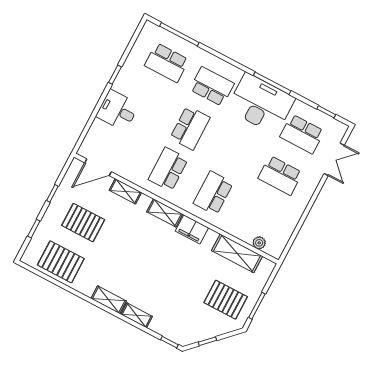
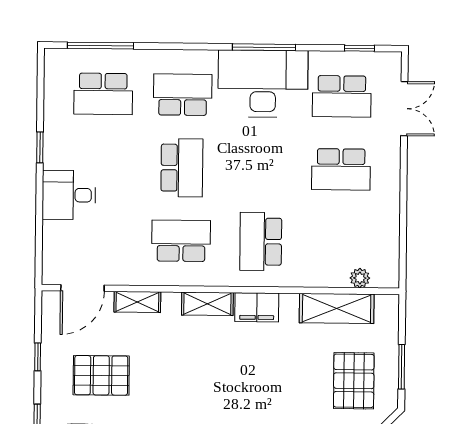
school desk: (168, 169) -> (181, 241), turned 90
pallet: (226, 300) -> (354, 381), turned 90

